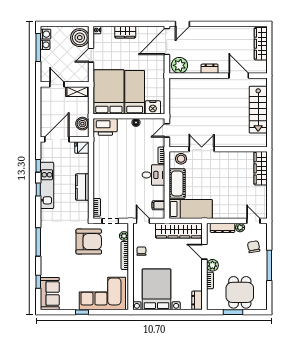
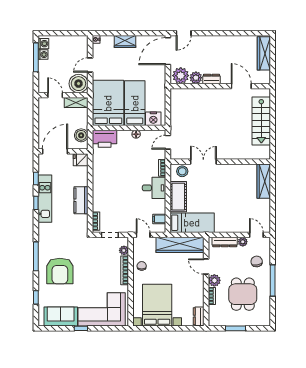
boiler: (80, 38) -> (78, 84), moved
plant: (194, 67) -> (196, 78), added
armchair: (89, 242) -> (60, 271), moved, turned 90
dining table: (240, 292) -> (243, 294), moved
sofa: (50, 294) -> (61, 317), moved, turned -90

